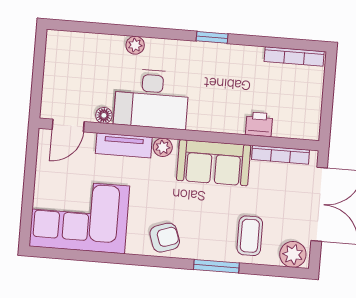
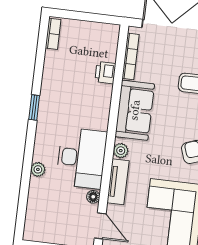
bookcase: (294, 56) -> (53, 34), width x0.64

